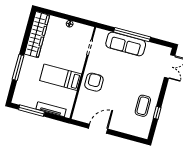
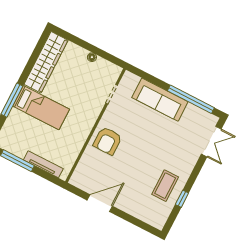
window: (132, 35) -> (191, 99), moved
bed: (61, 77) -> (41, 108), moved, turned 180
armchair: (94, 82) -> (107, 141), turned 180

